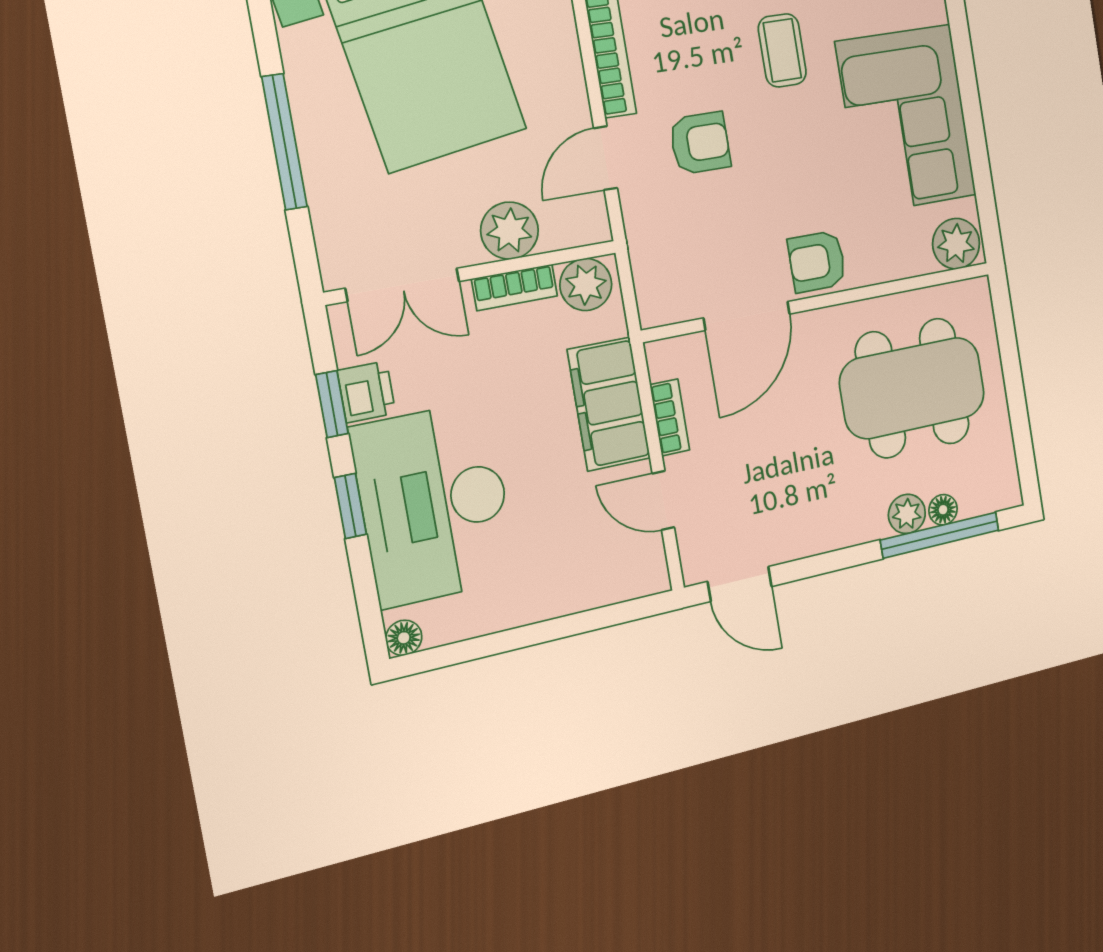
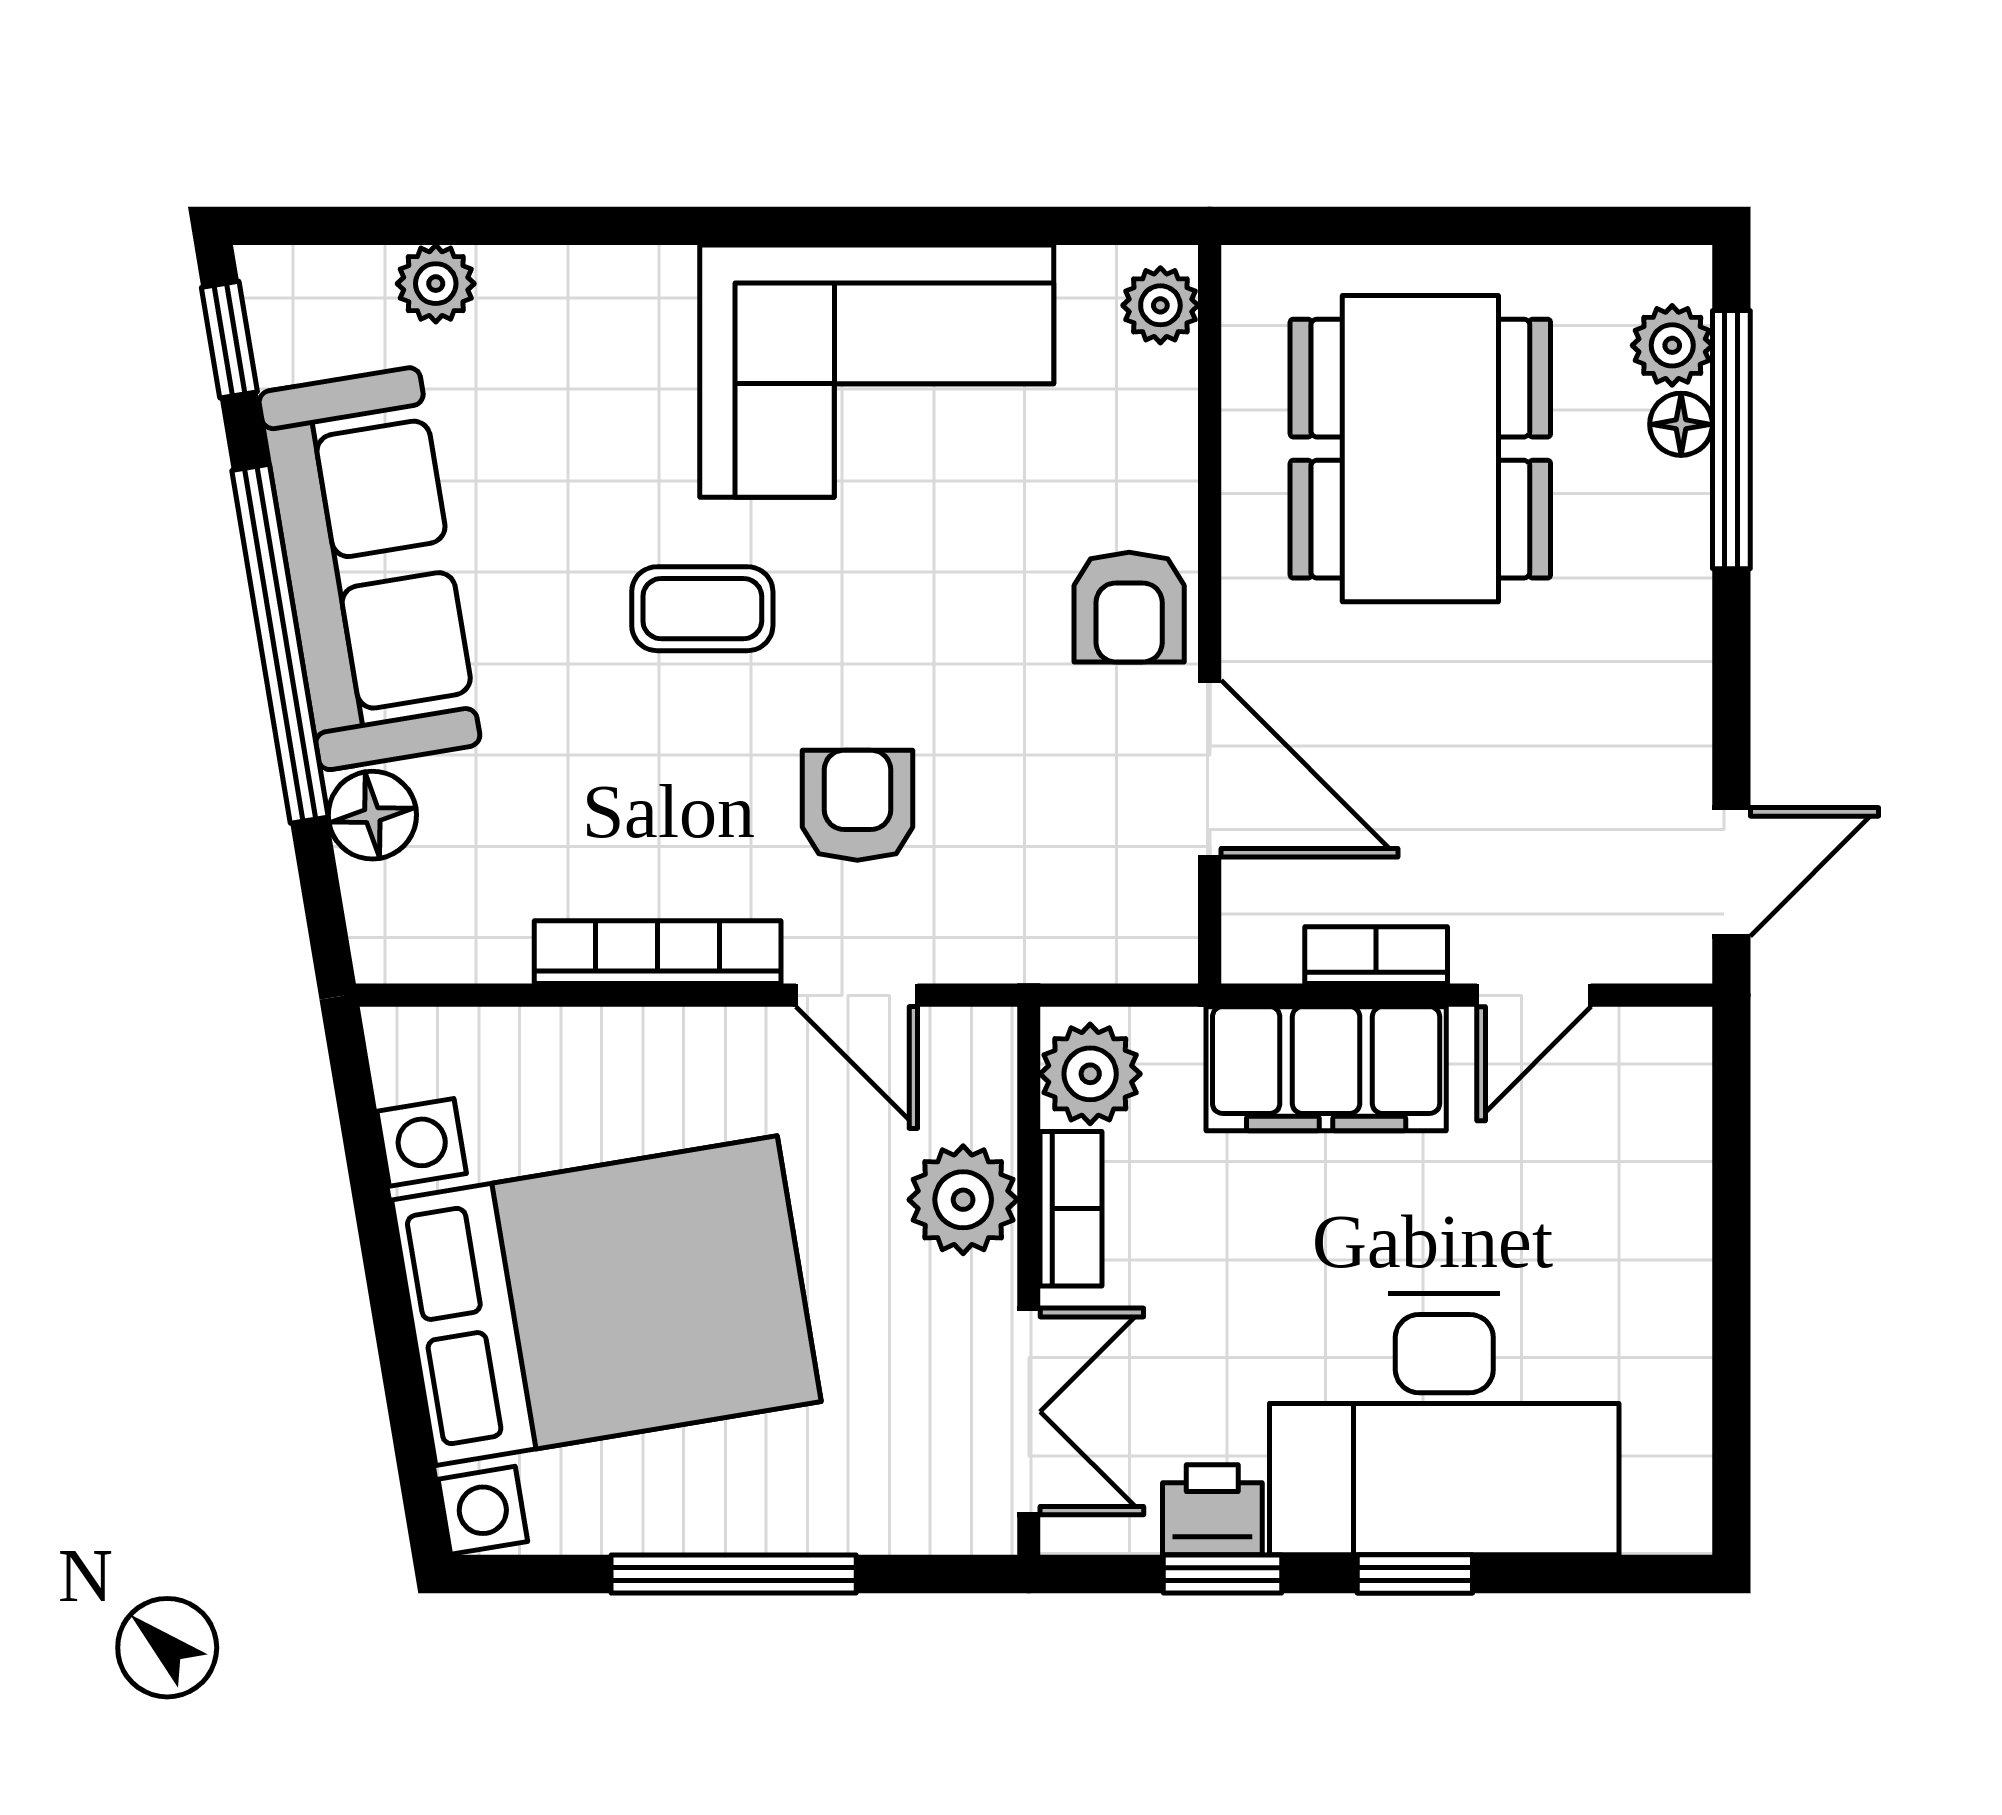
plant: (956, 244) -> (1160, 305), width x0.73, depth x0.73
plant: (907, 514) -> (1672, 345), moved
floor lamp: (404, 638) -> (1679, 1522), removed

